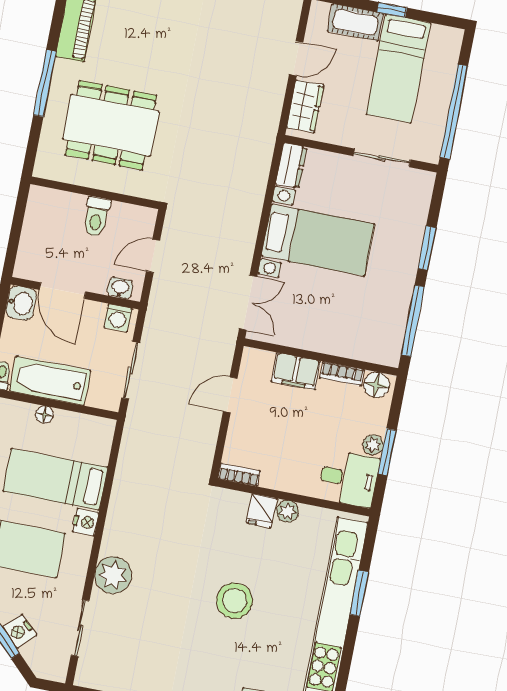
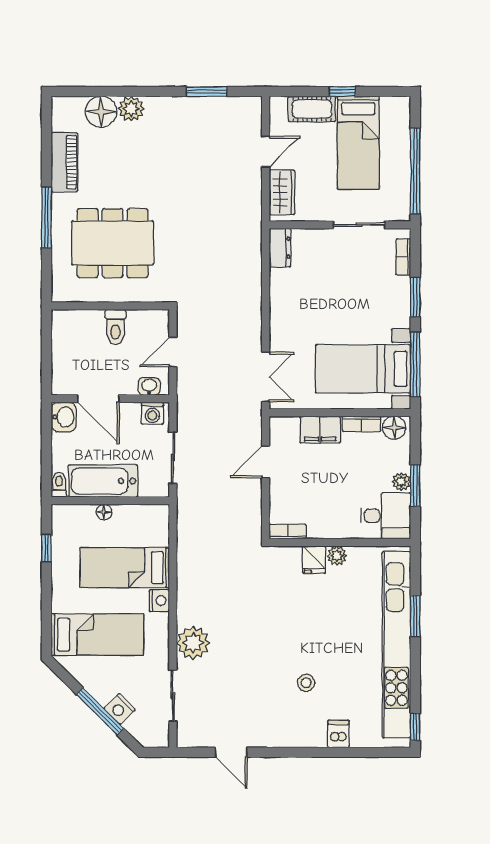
bookcase: (423, 202) -> (403, 257), added
bed with nightstands: (318, 240) -> (363, 369), moved, turned 180
stool: (235, 601) -> (306, 683), moved, width x0.53, depth x0.53

